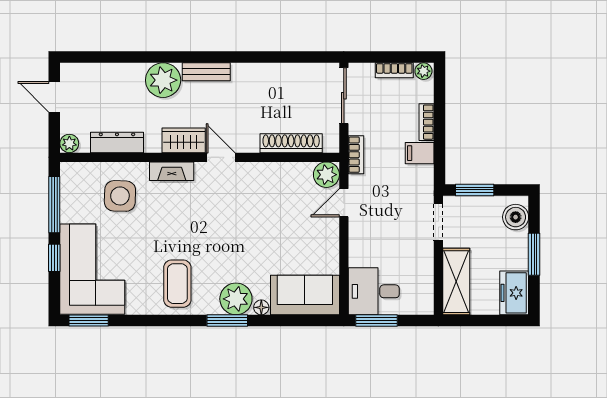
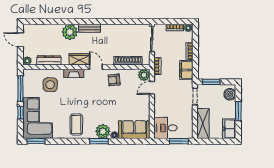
filing cabinet: (420, 153) -> (186, 70), width x2.00
armchair: (260, 186) -> (114, 80), added
window: (376, 321) -> (179, 141), moved

